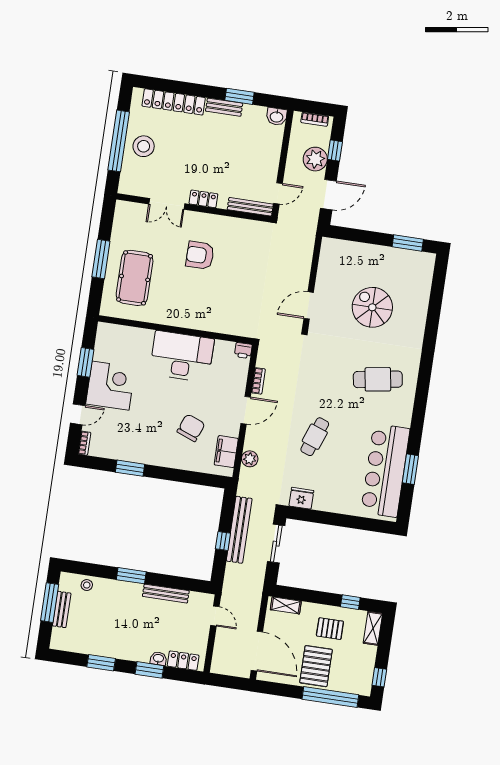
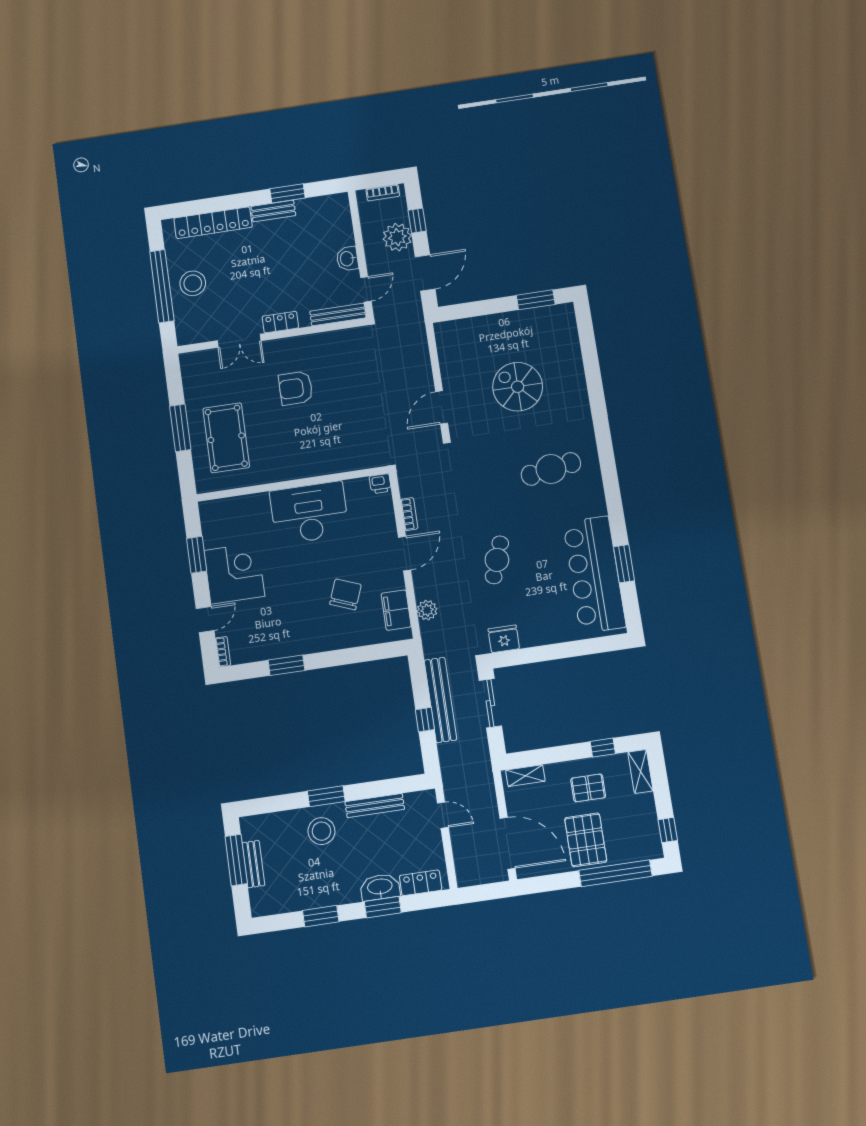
washbasin: (277, 116) -> (347, 259), moved, turned 90
stool: (87, 585) -> (321, 831), moved, width x1.89, depth x1.89
washbasin: (158, 659) -> (380, 887), width x1.91, depth x1.45

